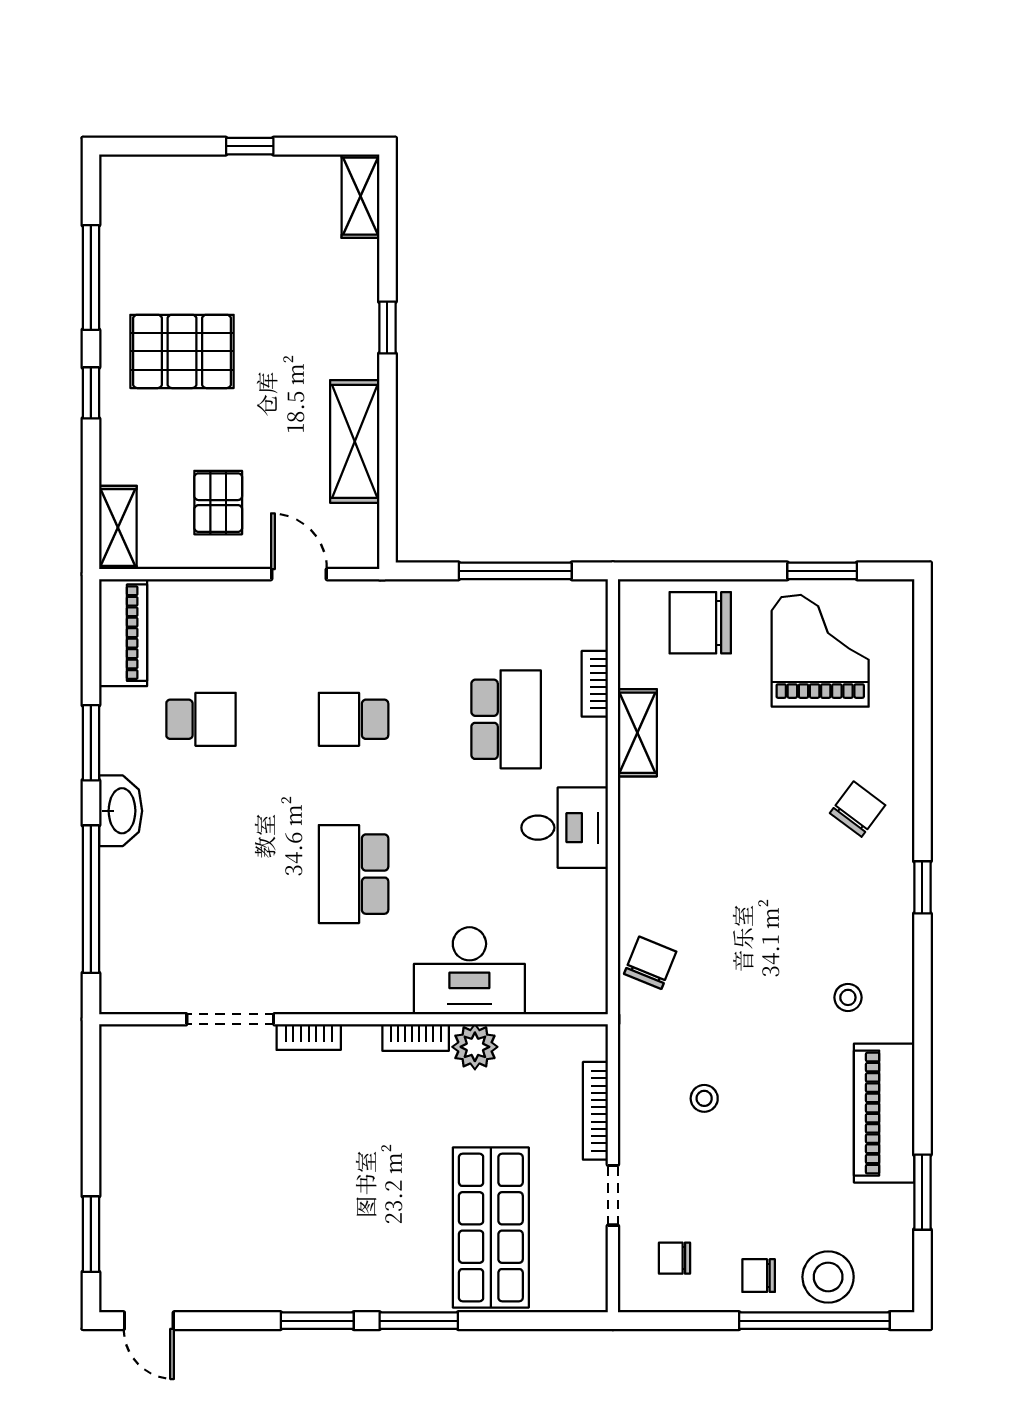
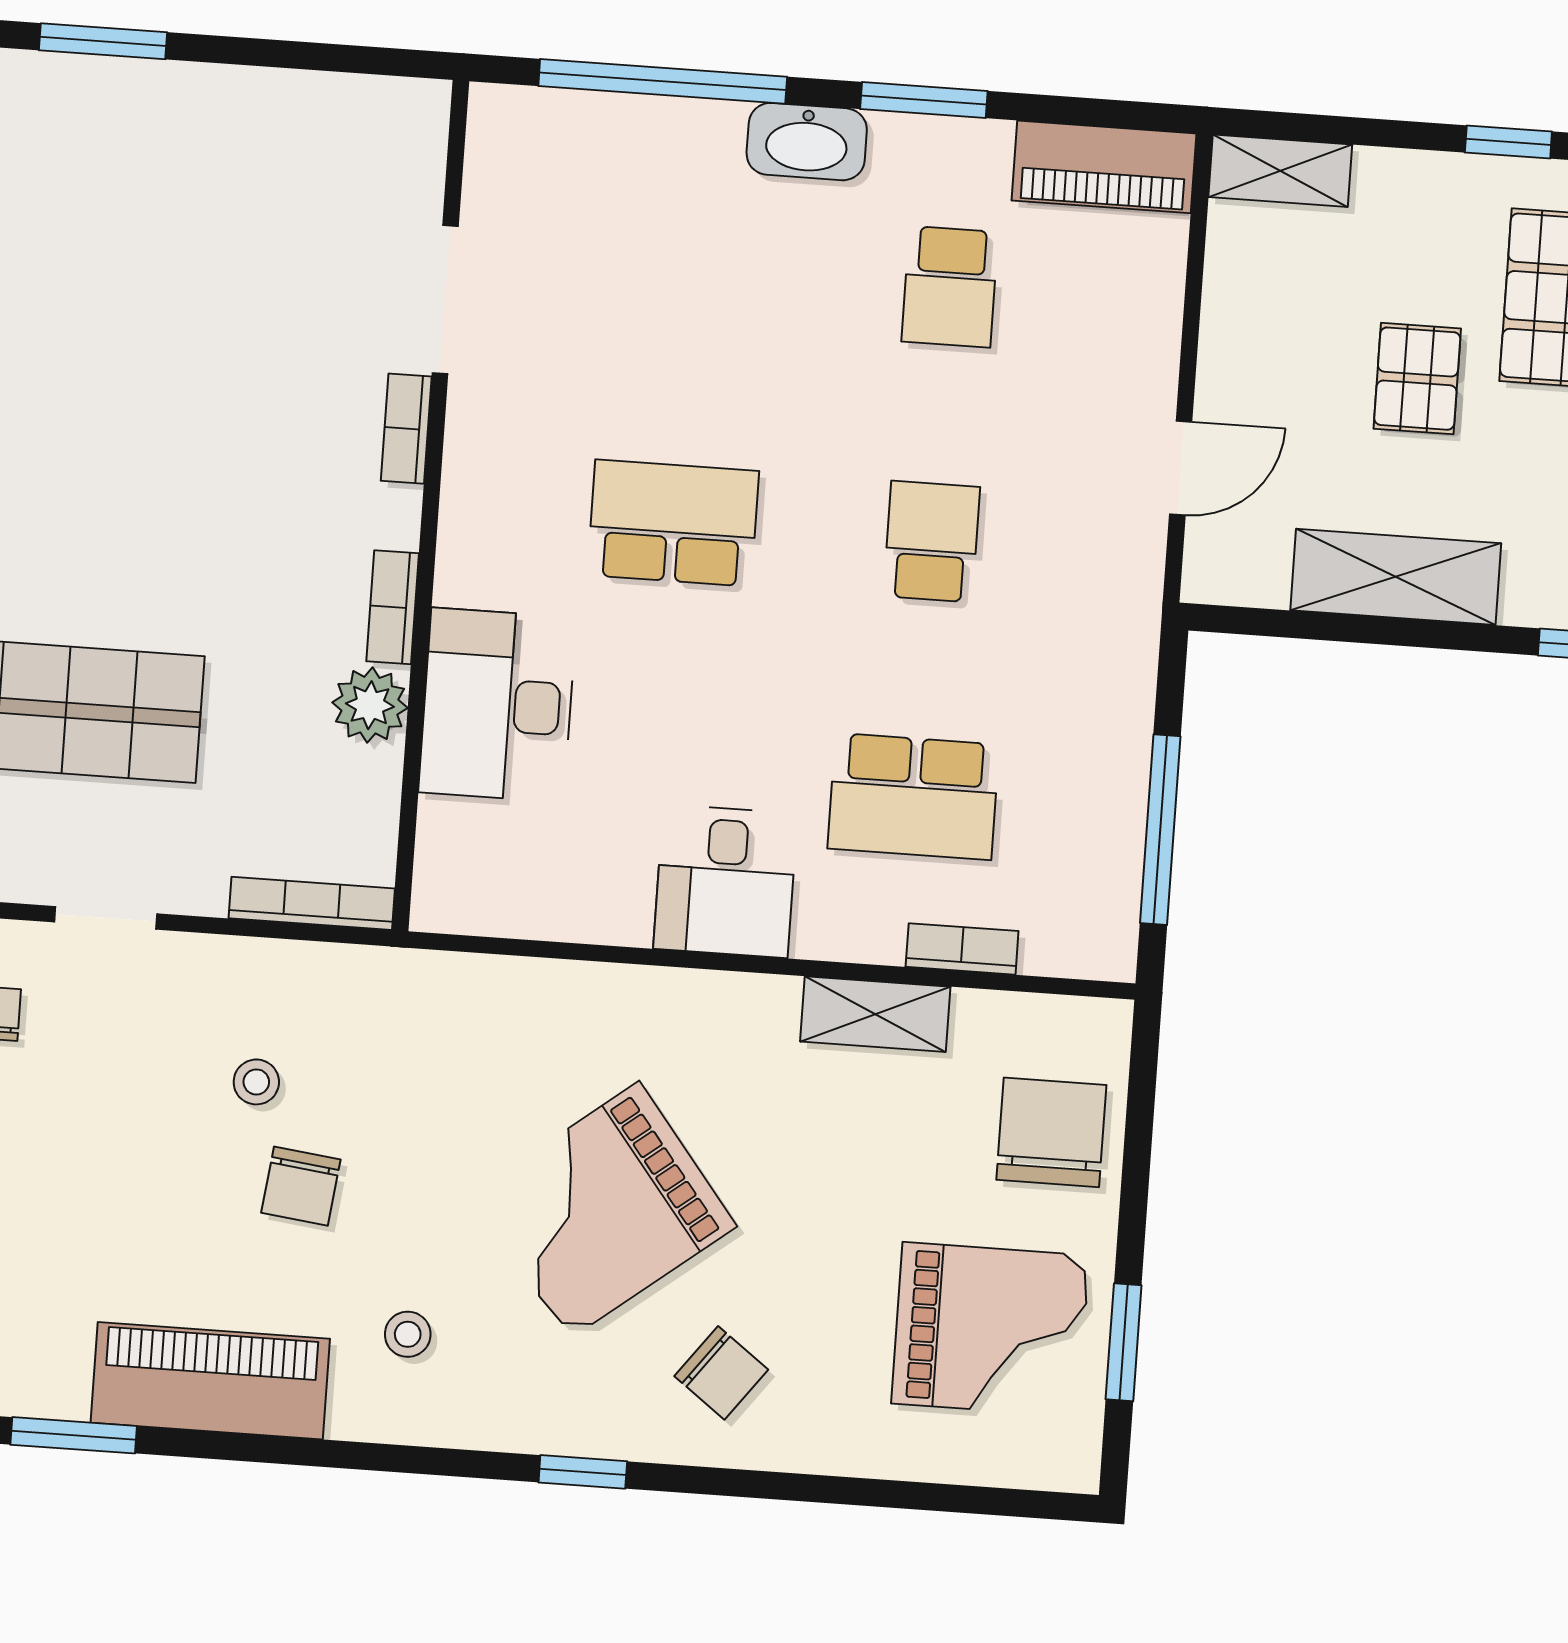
pallet: (218, 503) -> (1417, 379), moved, turned 90
grand piano: (766, 886) -> (604, 1210), added
chair: (650, 963) -> (301, 1186), moved, turned 75
bookcase: (595, 1111) -> (312, 903), moved

